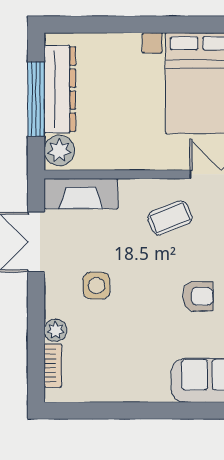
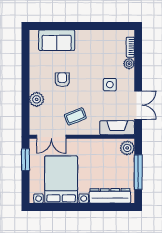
dresser: (60, 89) -> (110, 196), moved, turned 90
armchair: (198, 296) -> (62, 80), turned 90

